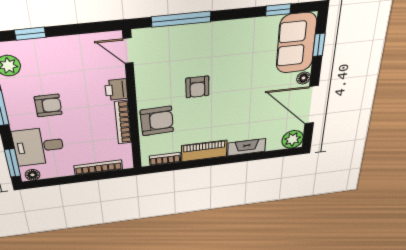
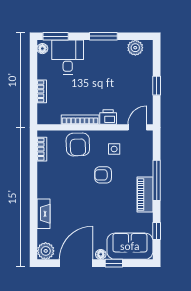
window: (181, 19) -> (157, 180), moved
window: (30, 34) -> (157, 86), moved
window: (319, 45) -> (114, 263), moved
side table: (161, 77) -> (114, 149), added
armchair: (48, 105) -> (101, 69), removed
piano: (204, 151) -> (145, 195), moved, turned 180
bookcase: (98, 167) -> (42, 91), width x0.64

